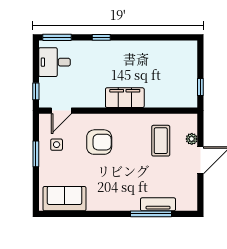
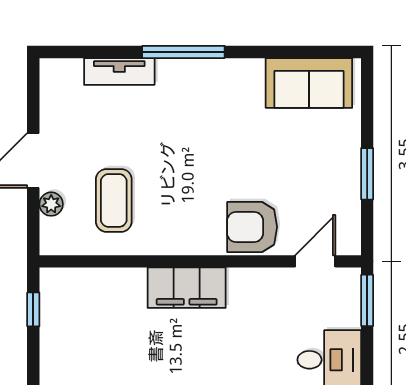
window: (36, 91) -> (367, 300), width x1.50
armchair: (99, 142) -> (252, 227), moved
side table: (57, 145) -> (325, 193), removed
window: (151, 214) -> (183, 52), moved

